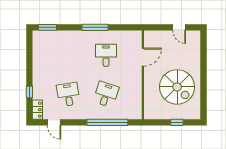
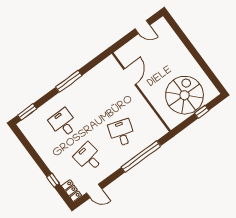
desk: (106, 55) -> (63, 123), moved
spiral stairs: (177, 87) -> (184, 95), moved, turned -90

